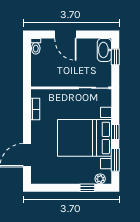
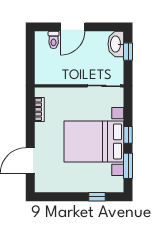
door: (65, 35) -> (73, 27), hinge flipped
toilet: (36, 46) -> (54, 40), moved
plant: (100, 179) -> (111, 187), removed

